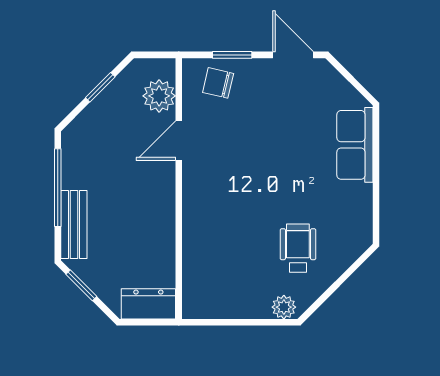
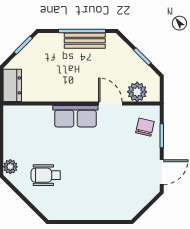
row of seats: (355, 145) -> (75, 116), moved, turned 180
bench: (74, 225) -> (85, 41), moved
wheelchair: (298, 248) -> (46, 175), turned 180

